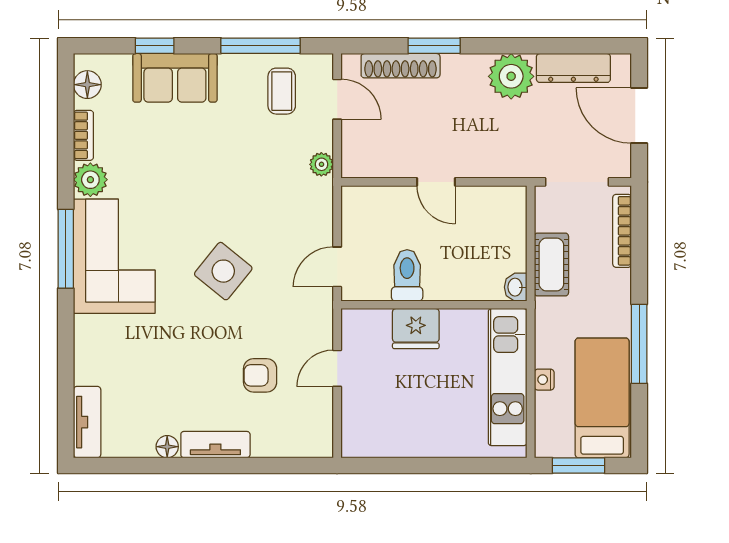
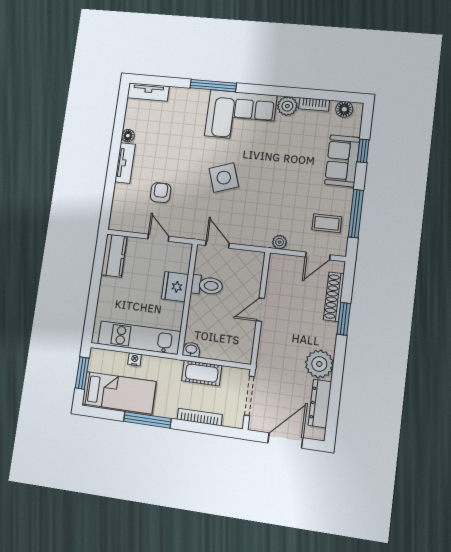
bookcase: (622, 231) -> (200, 417), moved
window: (66, 249) -> (213, 86), moved
side table: (223, 271) -> (224, 178), turned 32
kitchen counter: (376, 440) -> (114, 256), added

